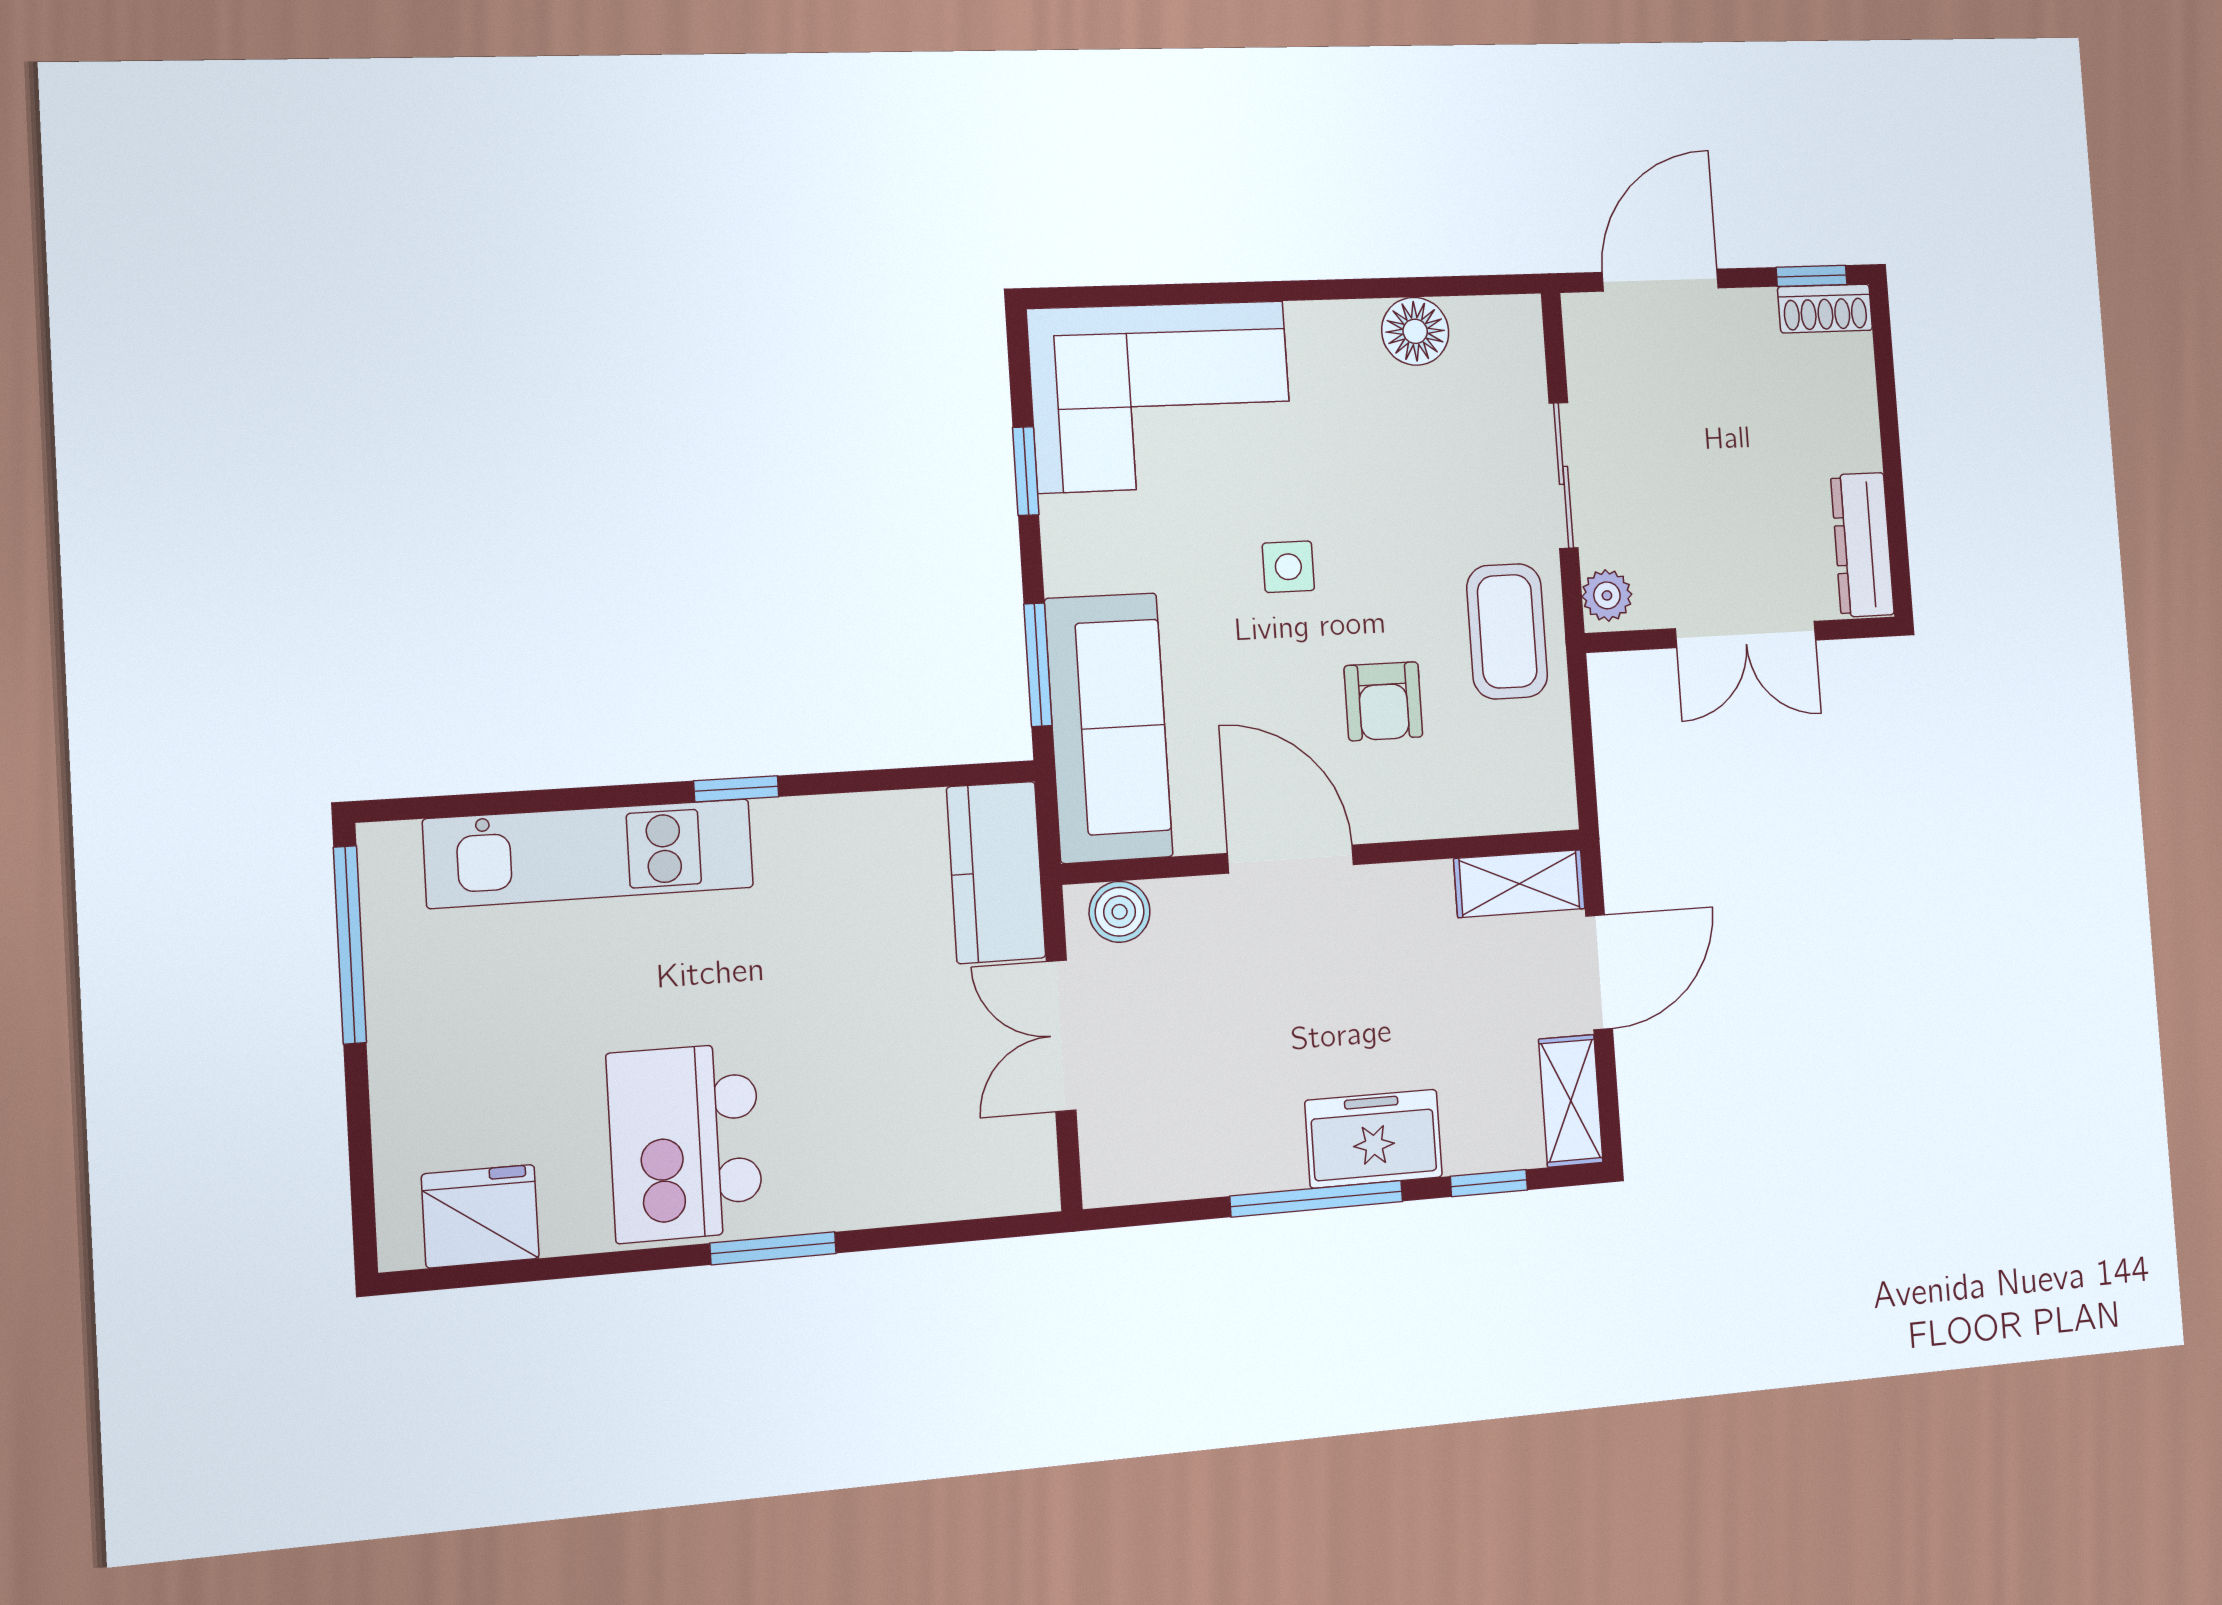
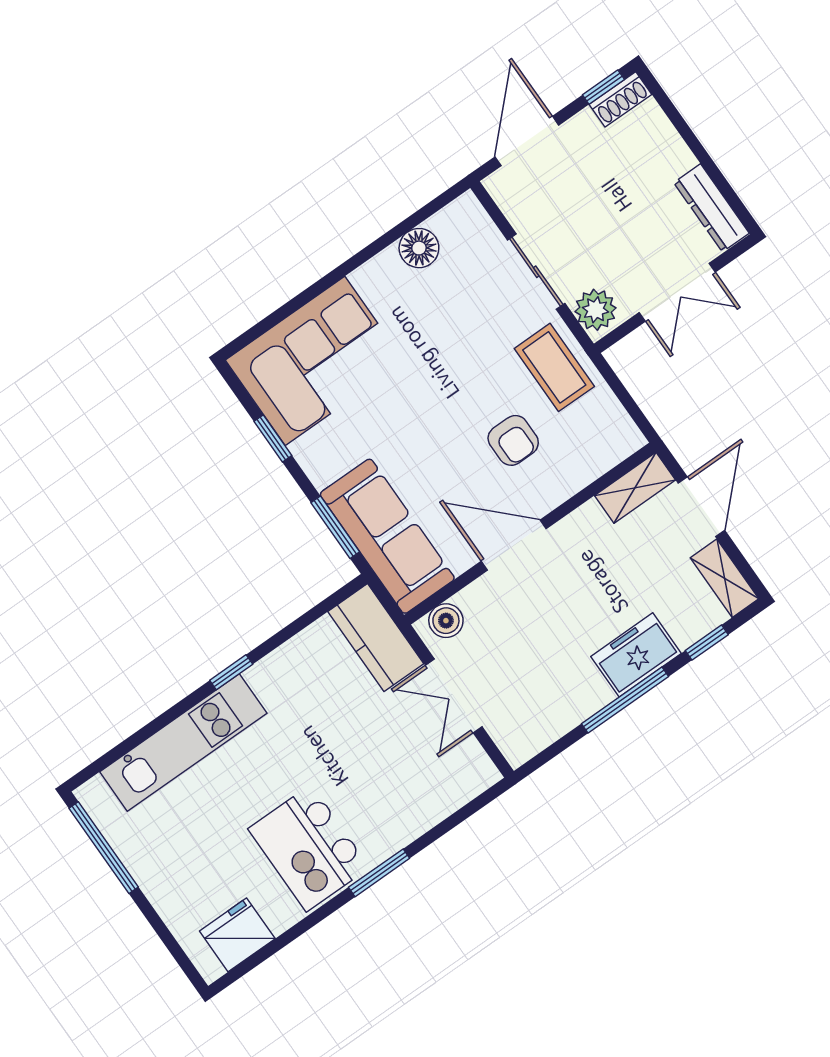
side table: (1288, 567) -> (427, 404), removed
plant: (1607, 595) -> (596, 310), width x1.38, depth x1.38

